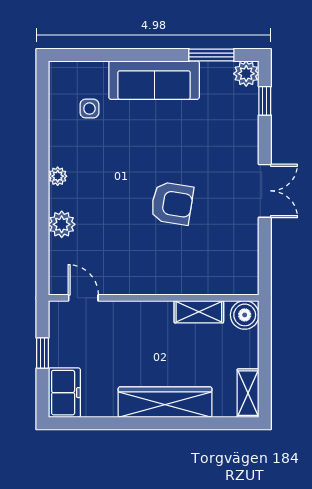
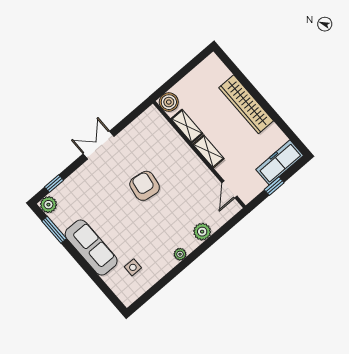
freezer: (64, 393) -> (280, 162), width x1.40
shelving: (248, 393) -> (208, 151), moved, turned 90

